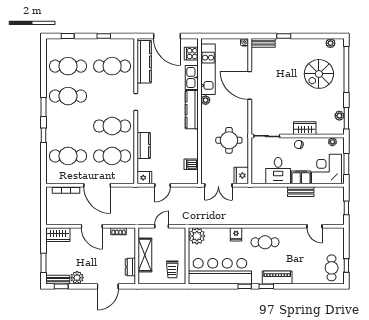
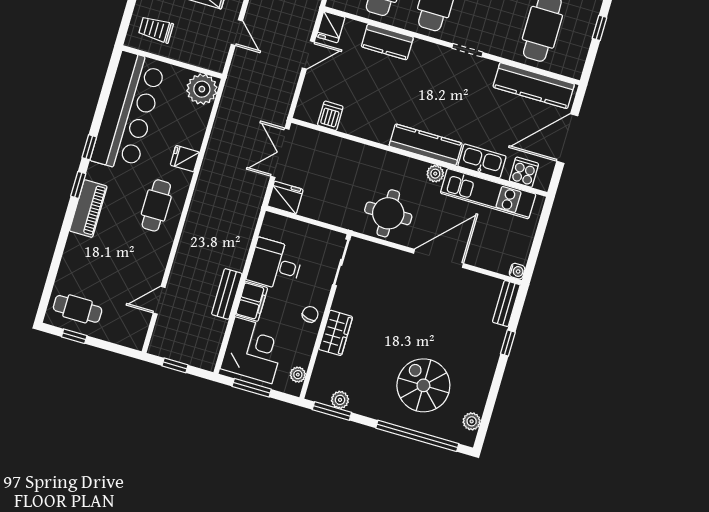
round table: (229, 140) -> (388, 213), moved
door: (162, 185) -> (308, 55), swing flipped

